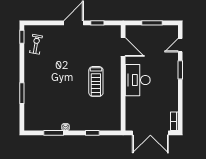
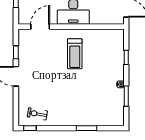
treadmill: (96, 82) -> (75, 54), turned 90

